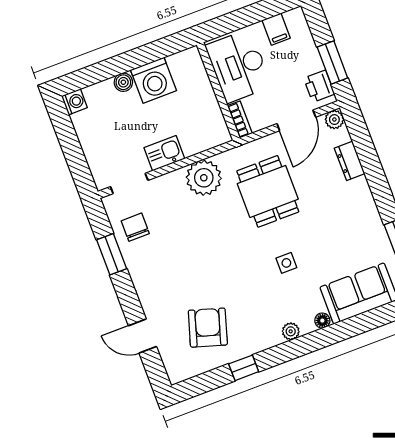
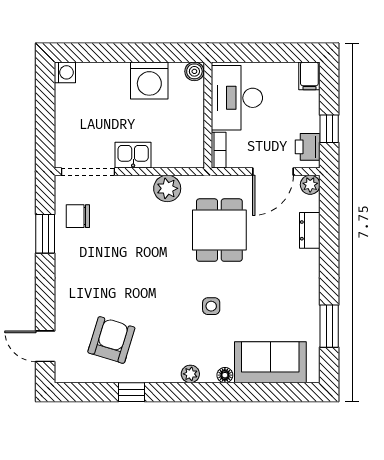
filing cabinet: (276, 29) -> (309, 76), moved
window: (332, 63) -> (329, 129), width x0.67
boiler: (123, 82) -> (194, 71), moved
plant: (204, 178) -> (167, 188), width x0.73, depth x0.73
doorway: (129, 183) -> (88, 172), width x1.38
chair: (135, 227) -> (78, 216), turned -90
door: (143, 336) -> (45, 346), moved

